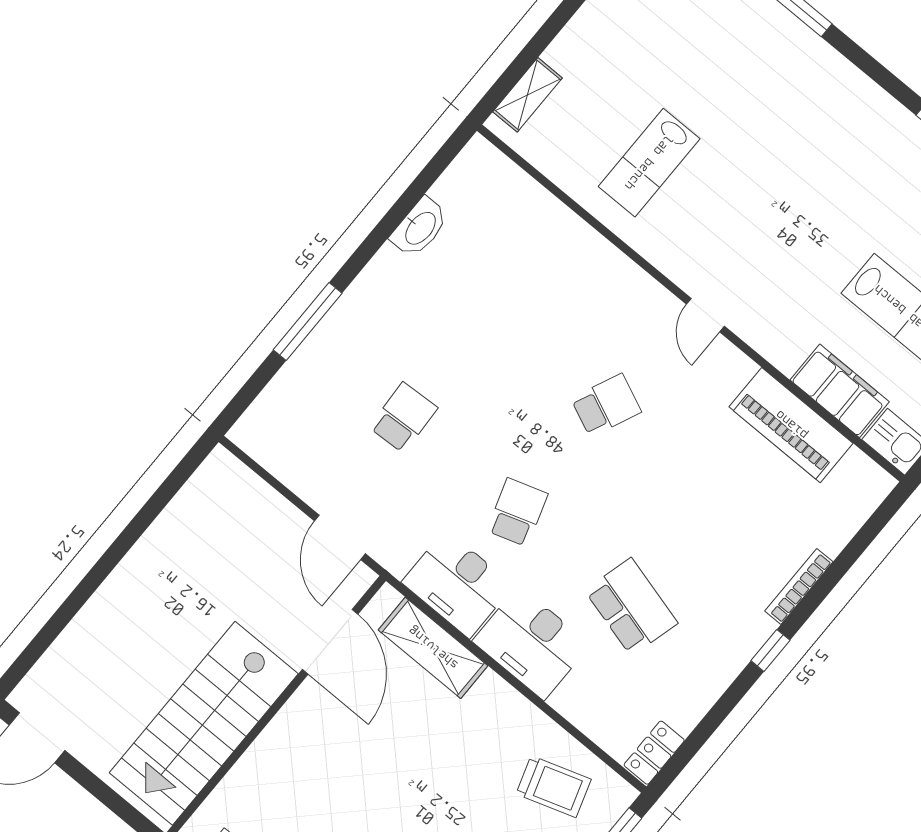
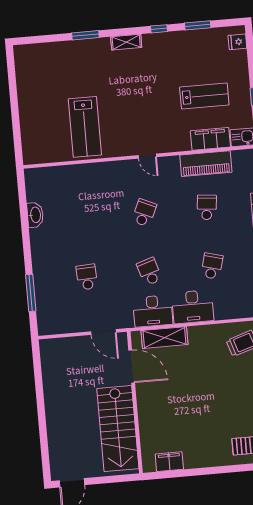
shelving: (528, 95) -> (126, 42), moved, turned 90
lab bench: (649, 163) -> (85, 127), width x1.36, depth x1.39
window: (308, 322) -> (31, 293), moved
school desk: (720, 500) -> (207, 207), added
school desk: (631, 607) -> (212, 266), width x0.54

